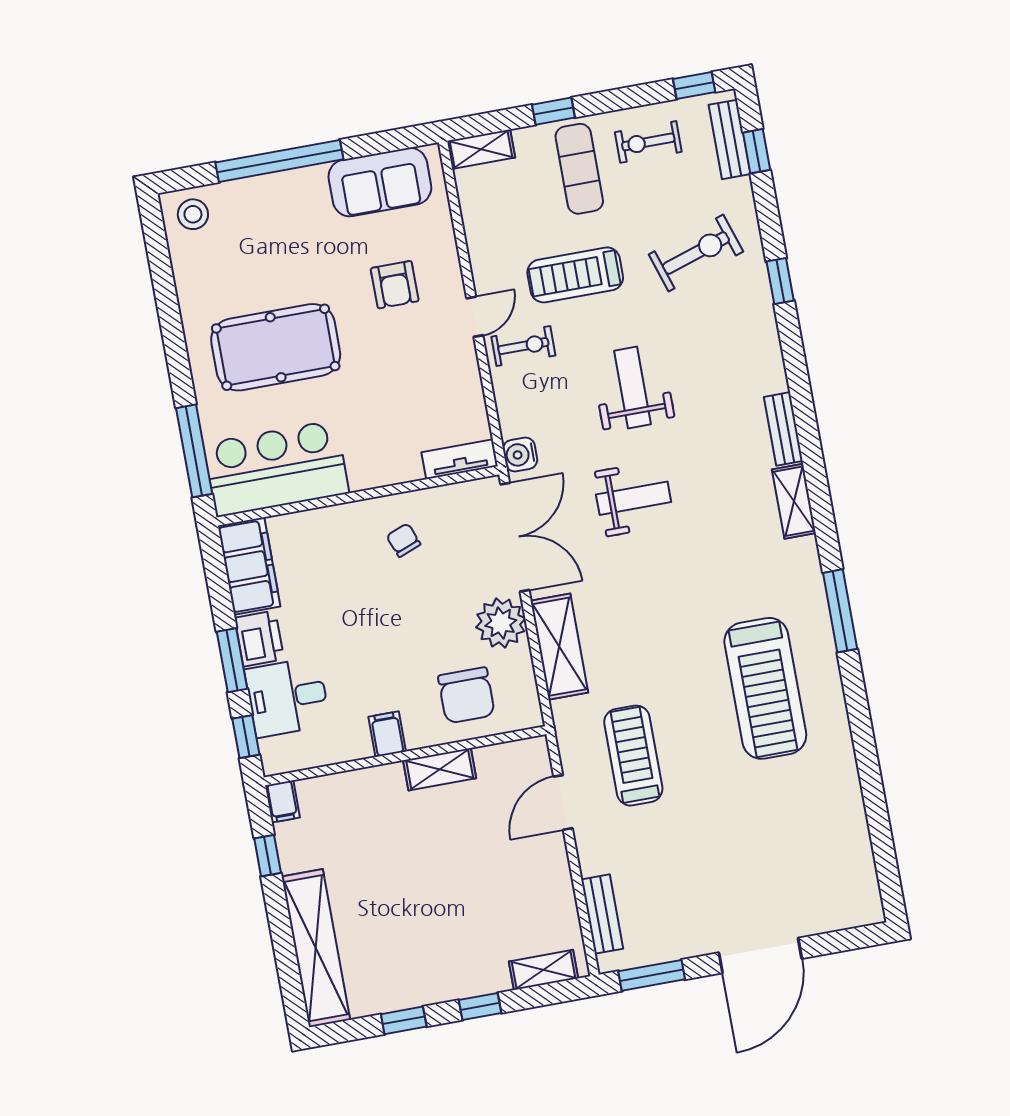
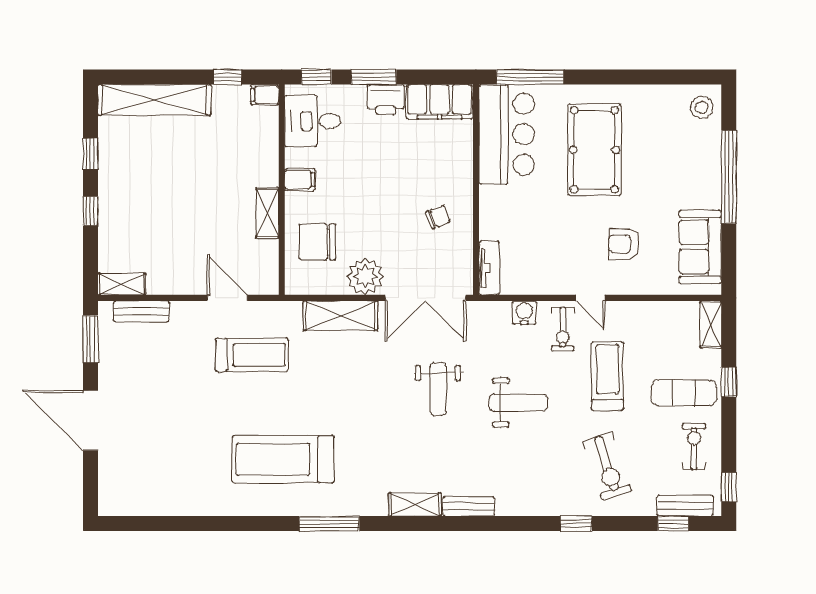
water cooler: (520, 454) -> (524, 313), moved
desk: (287, 697) -> (313, 121), moved, turned -90
shelving: (543, 970) -> (122, 284), moved, turned 90

